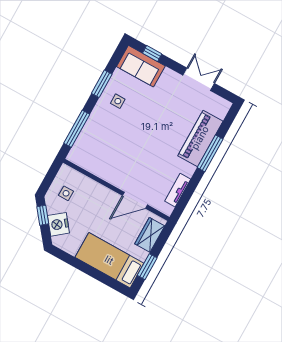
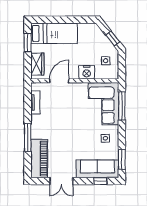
sofa: (141, 66) -> (97, 169), width x1.36
window: (102, 84) -> (122, 159), moved
piano: (200, 138) -> (39, 159), moved
corner sofa: (97, 144) -> (103, 104), added
nightstand: (58, 224) -> (87, 72), moved, turned 129

